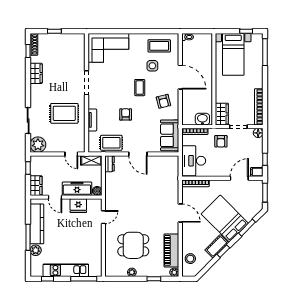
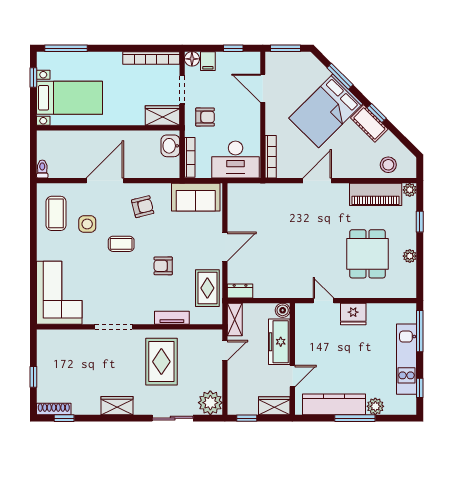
wardrobe: (36, 73) -> (117, 406), moved
filing cabinet: (257, 172) -> (208, 61), moved
fridge: (78, 206) -> (353, 314), moved, turned 90

